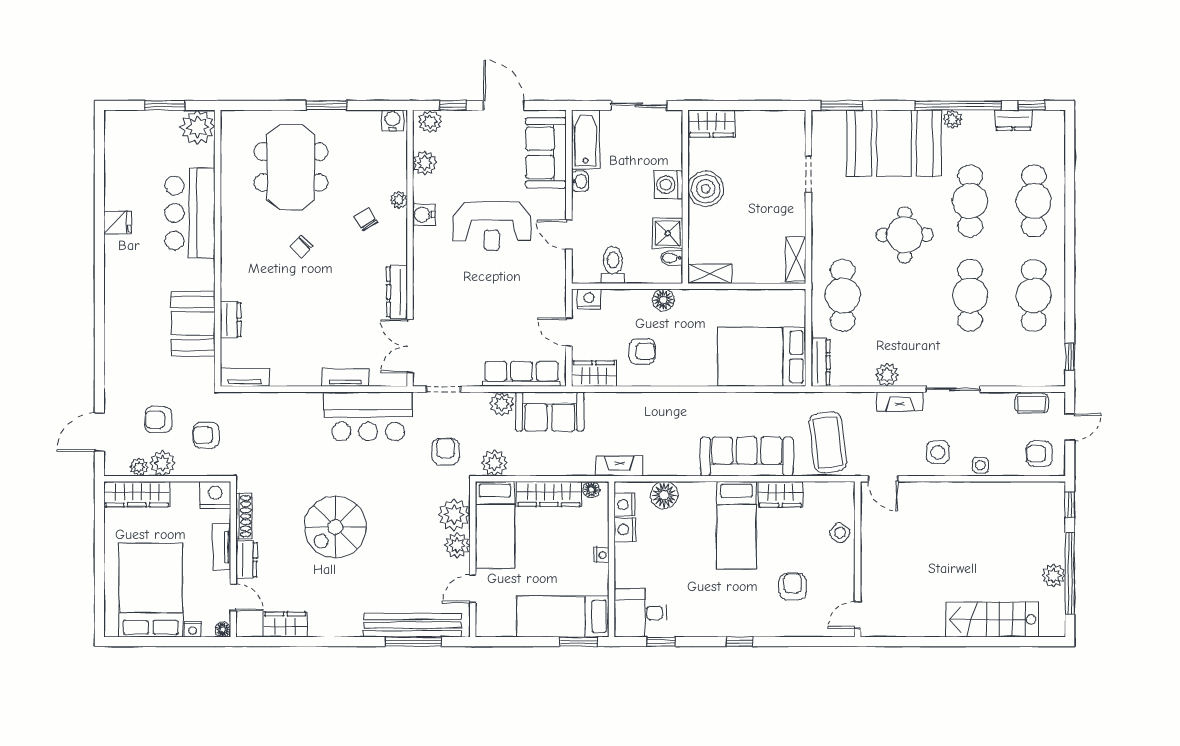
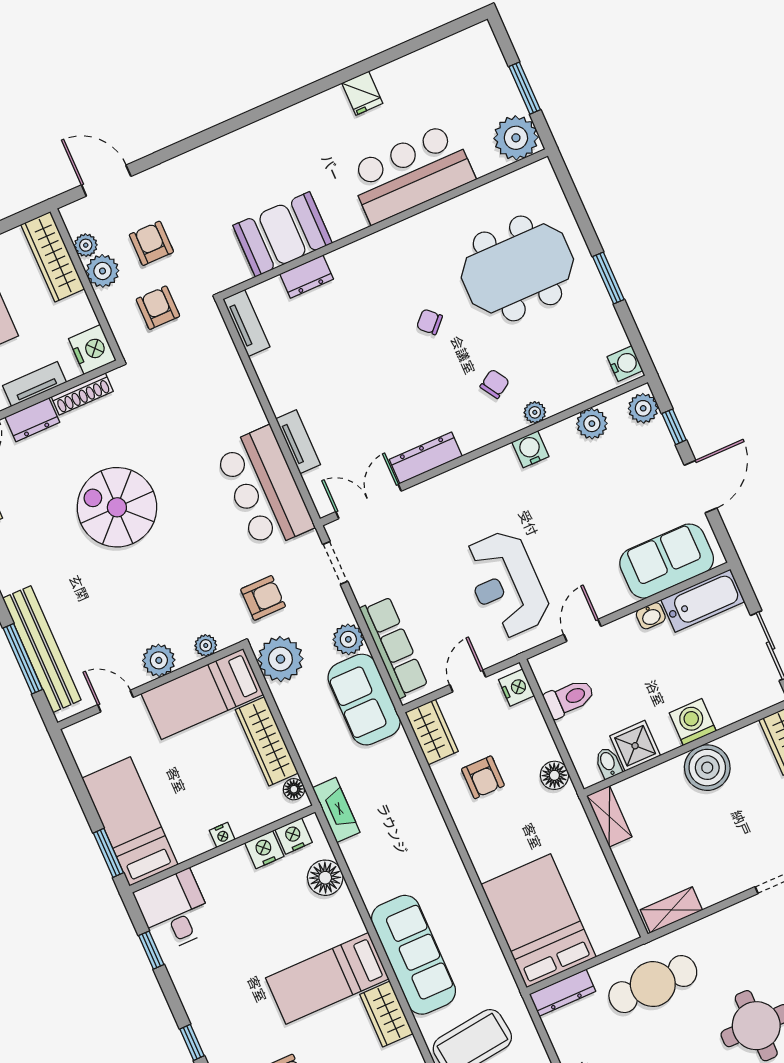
reception desk: (492, 226) -> (506, 584), moved
plant: (495, 463) -> (280, 659), width x1.36, depth x1.36
plant: (454, 515) -> (206, 645), width x0.53, depth x0.53

